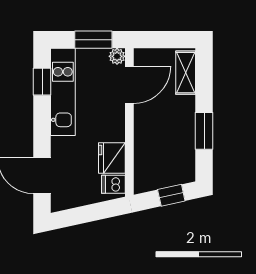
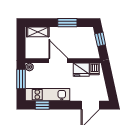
door: (129, 85) -> (58, 61), moved

